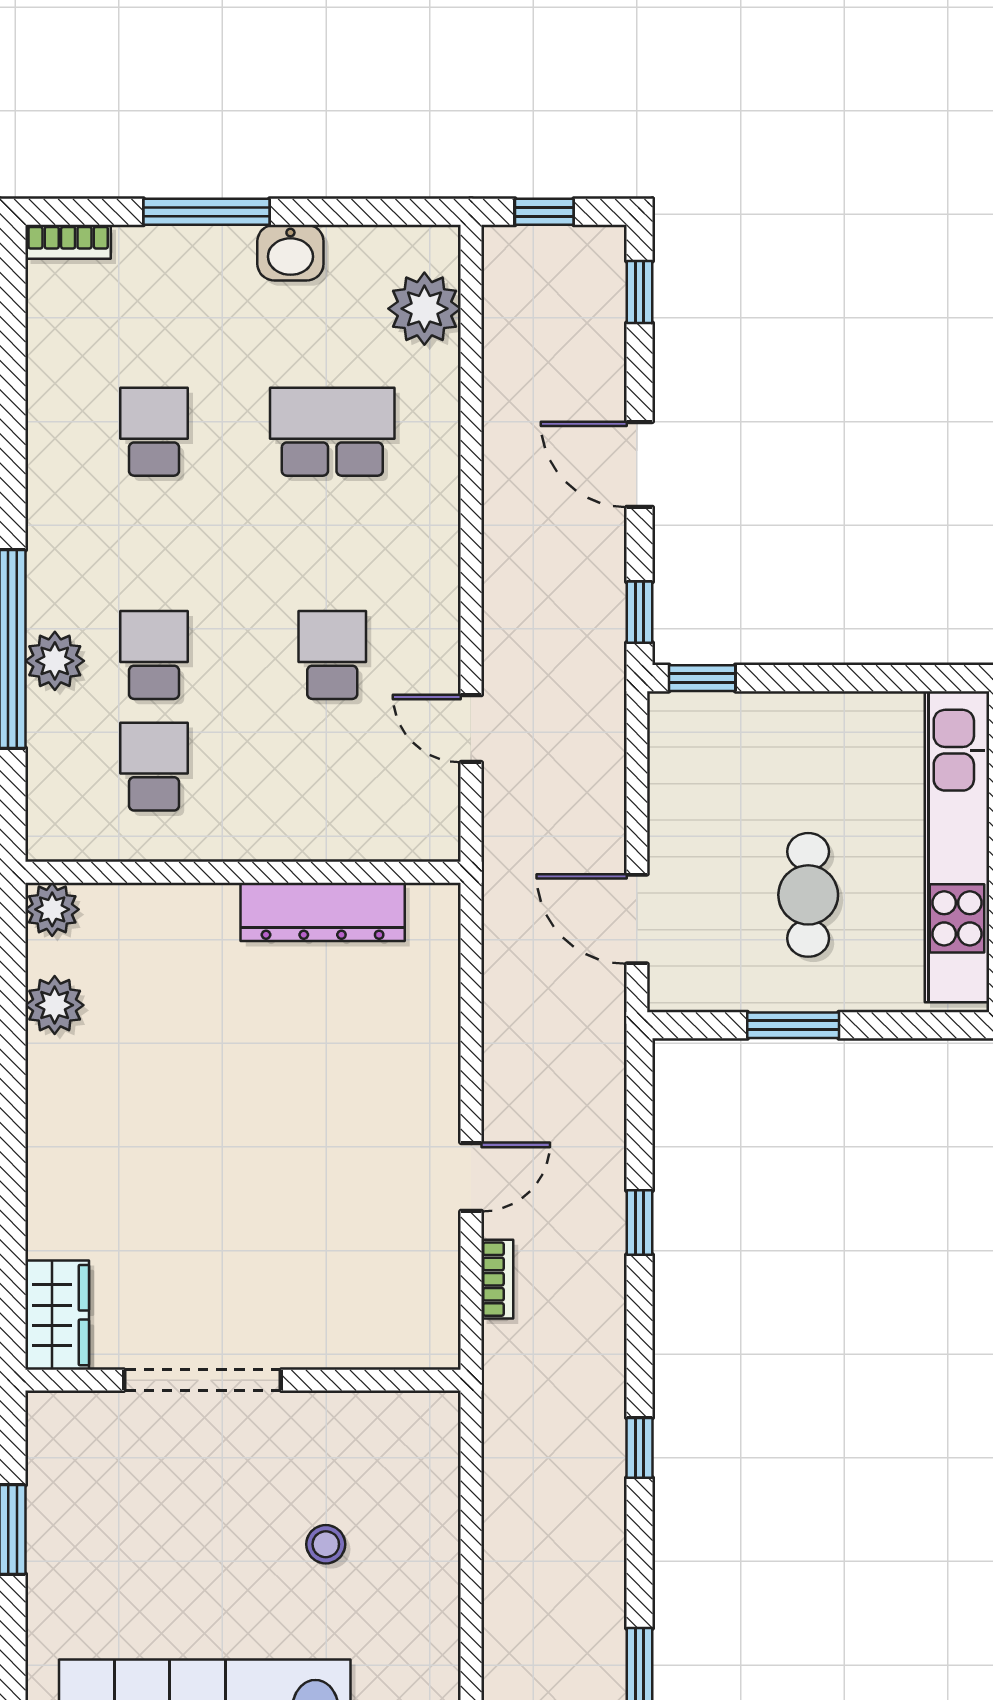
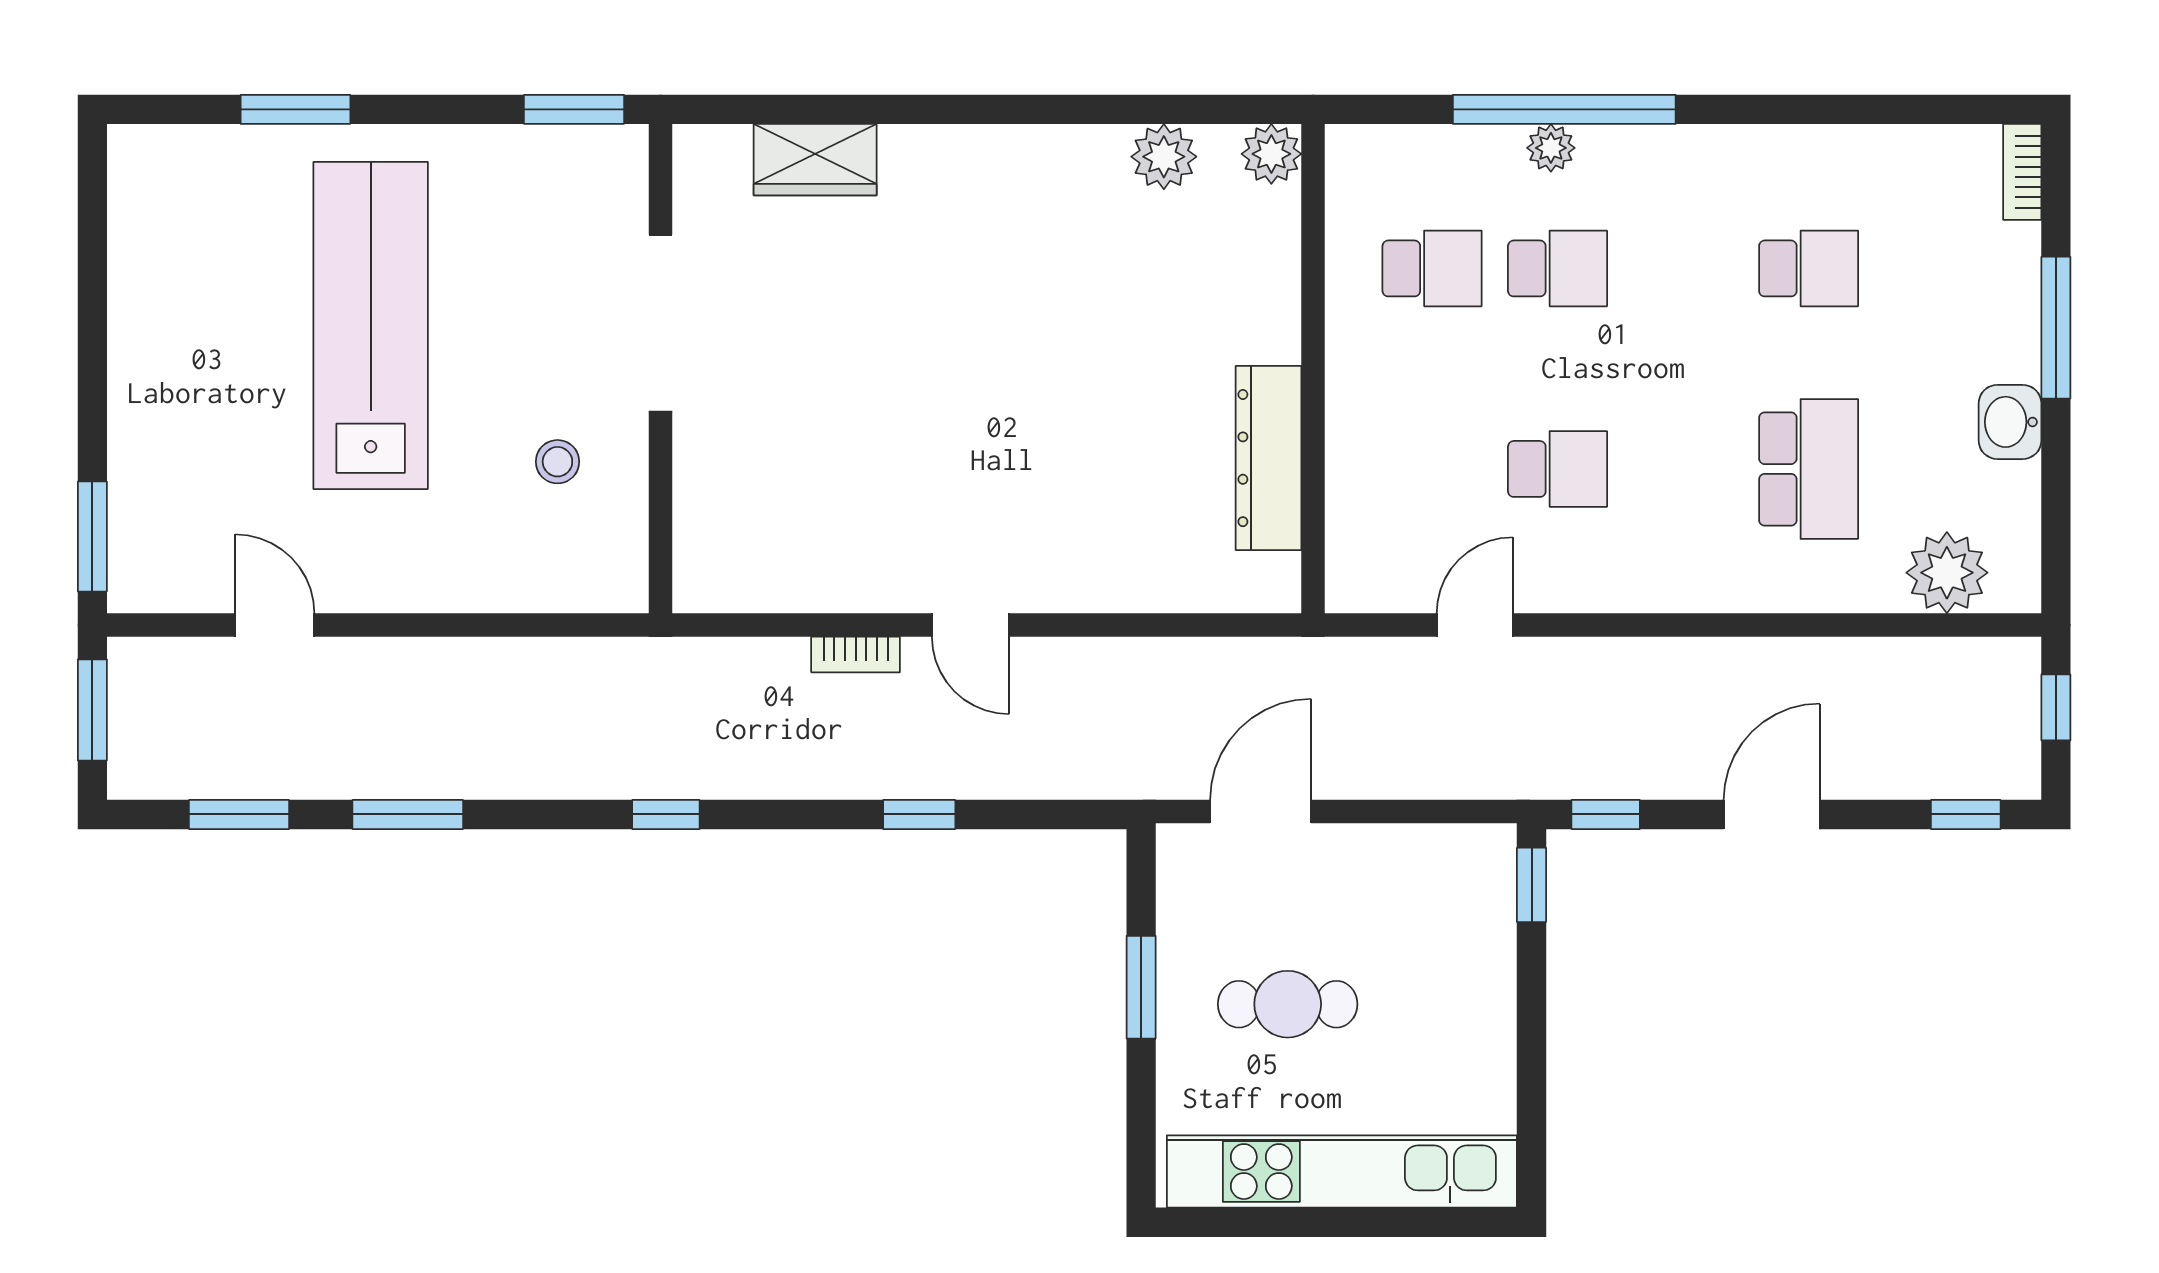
plant: (55, 661) -> (1551, 148), width x0.73, depth x0.73
doorway: (203, 1380) -> (660, 323), moved
wall: (243, 1380) -> (660, 369), moved

